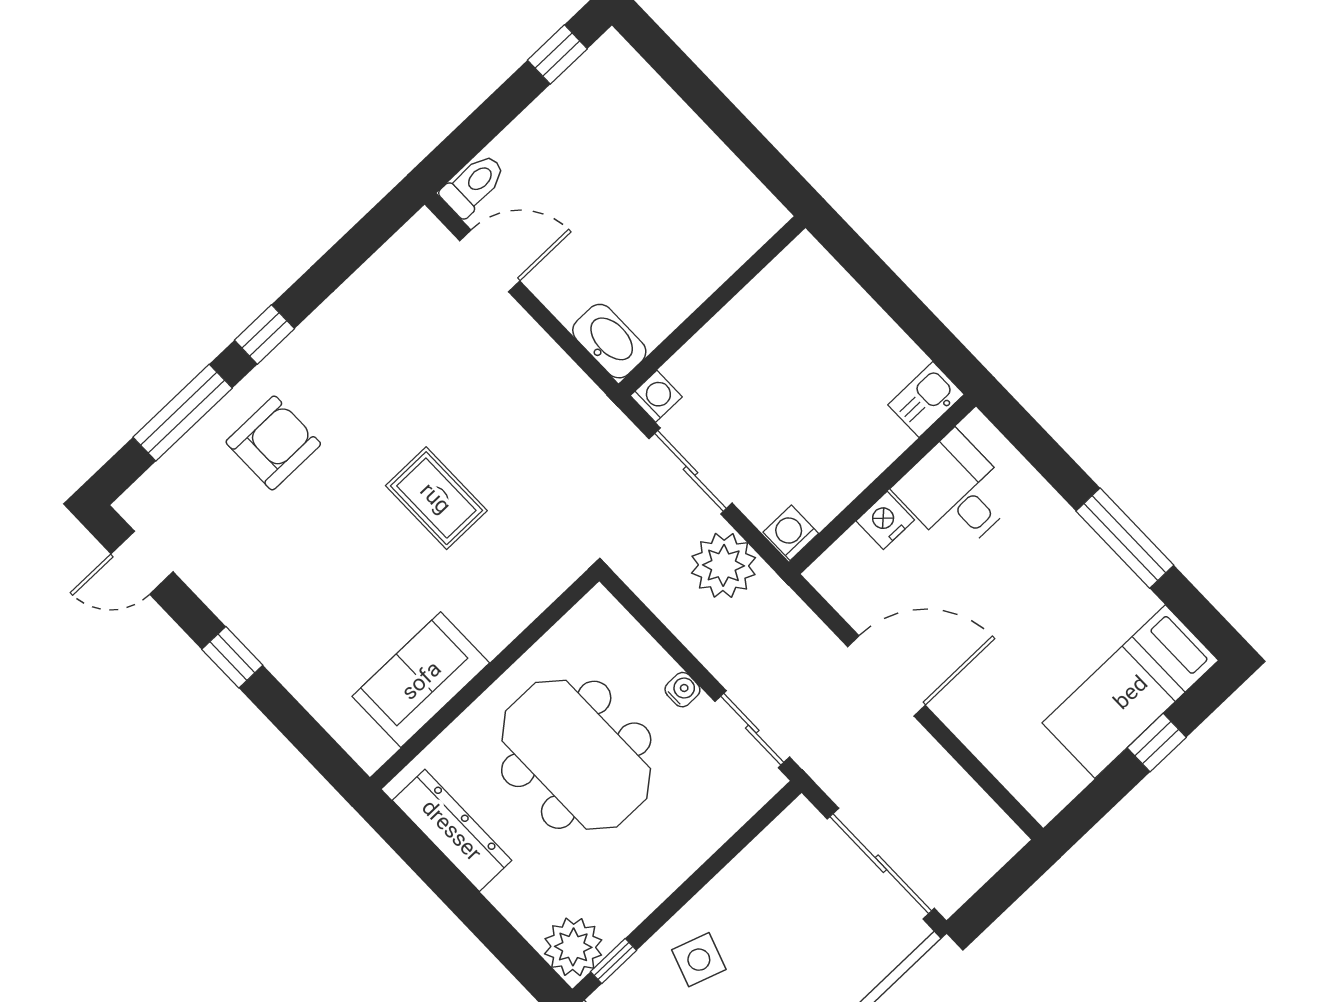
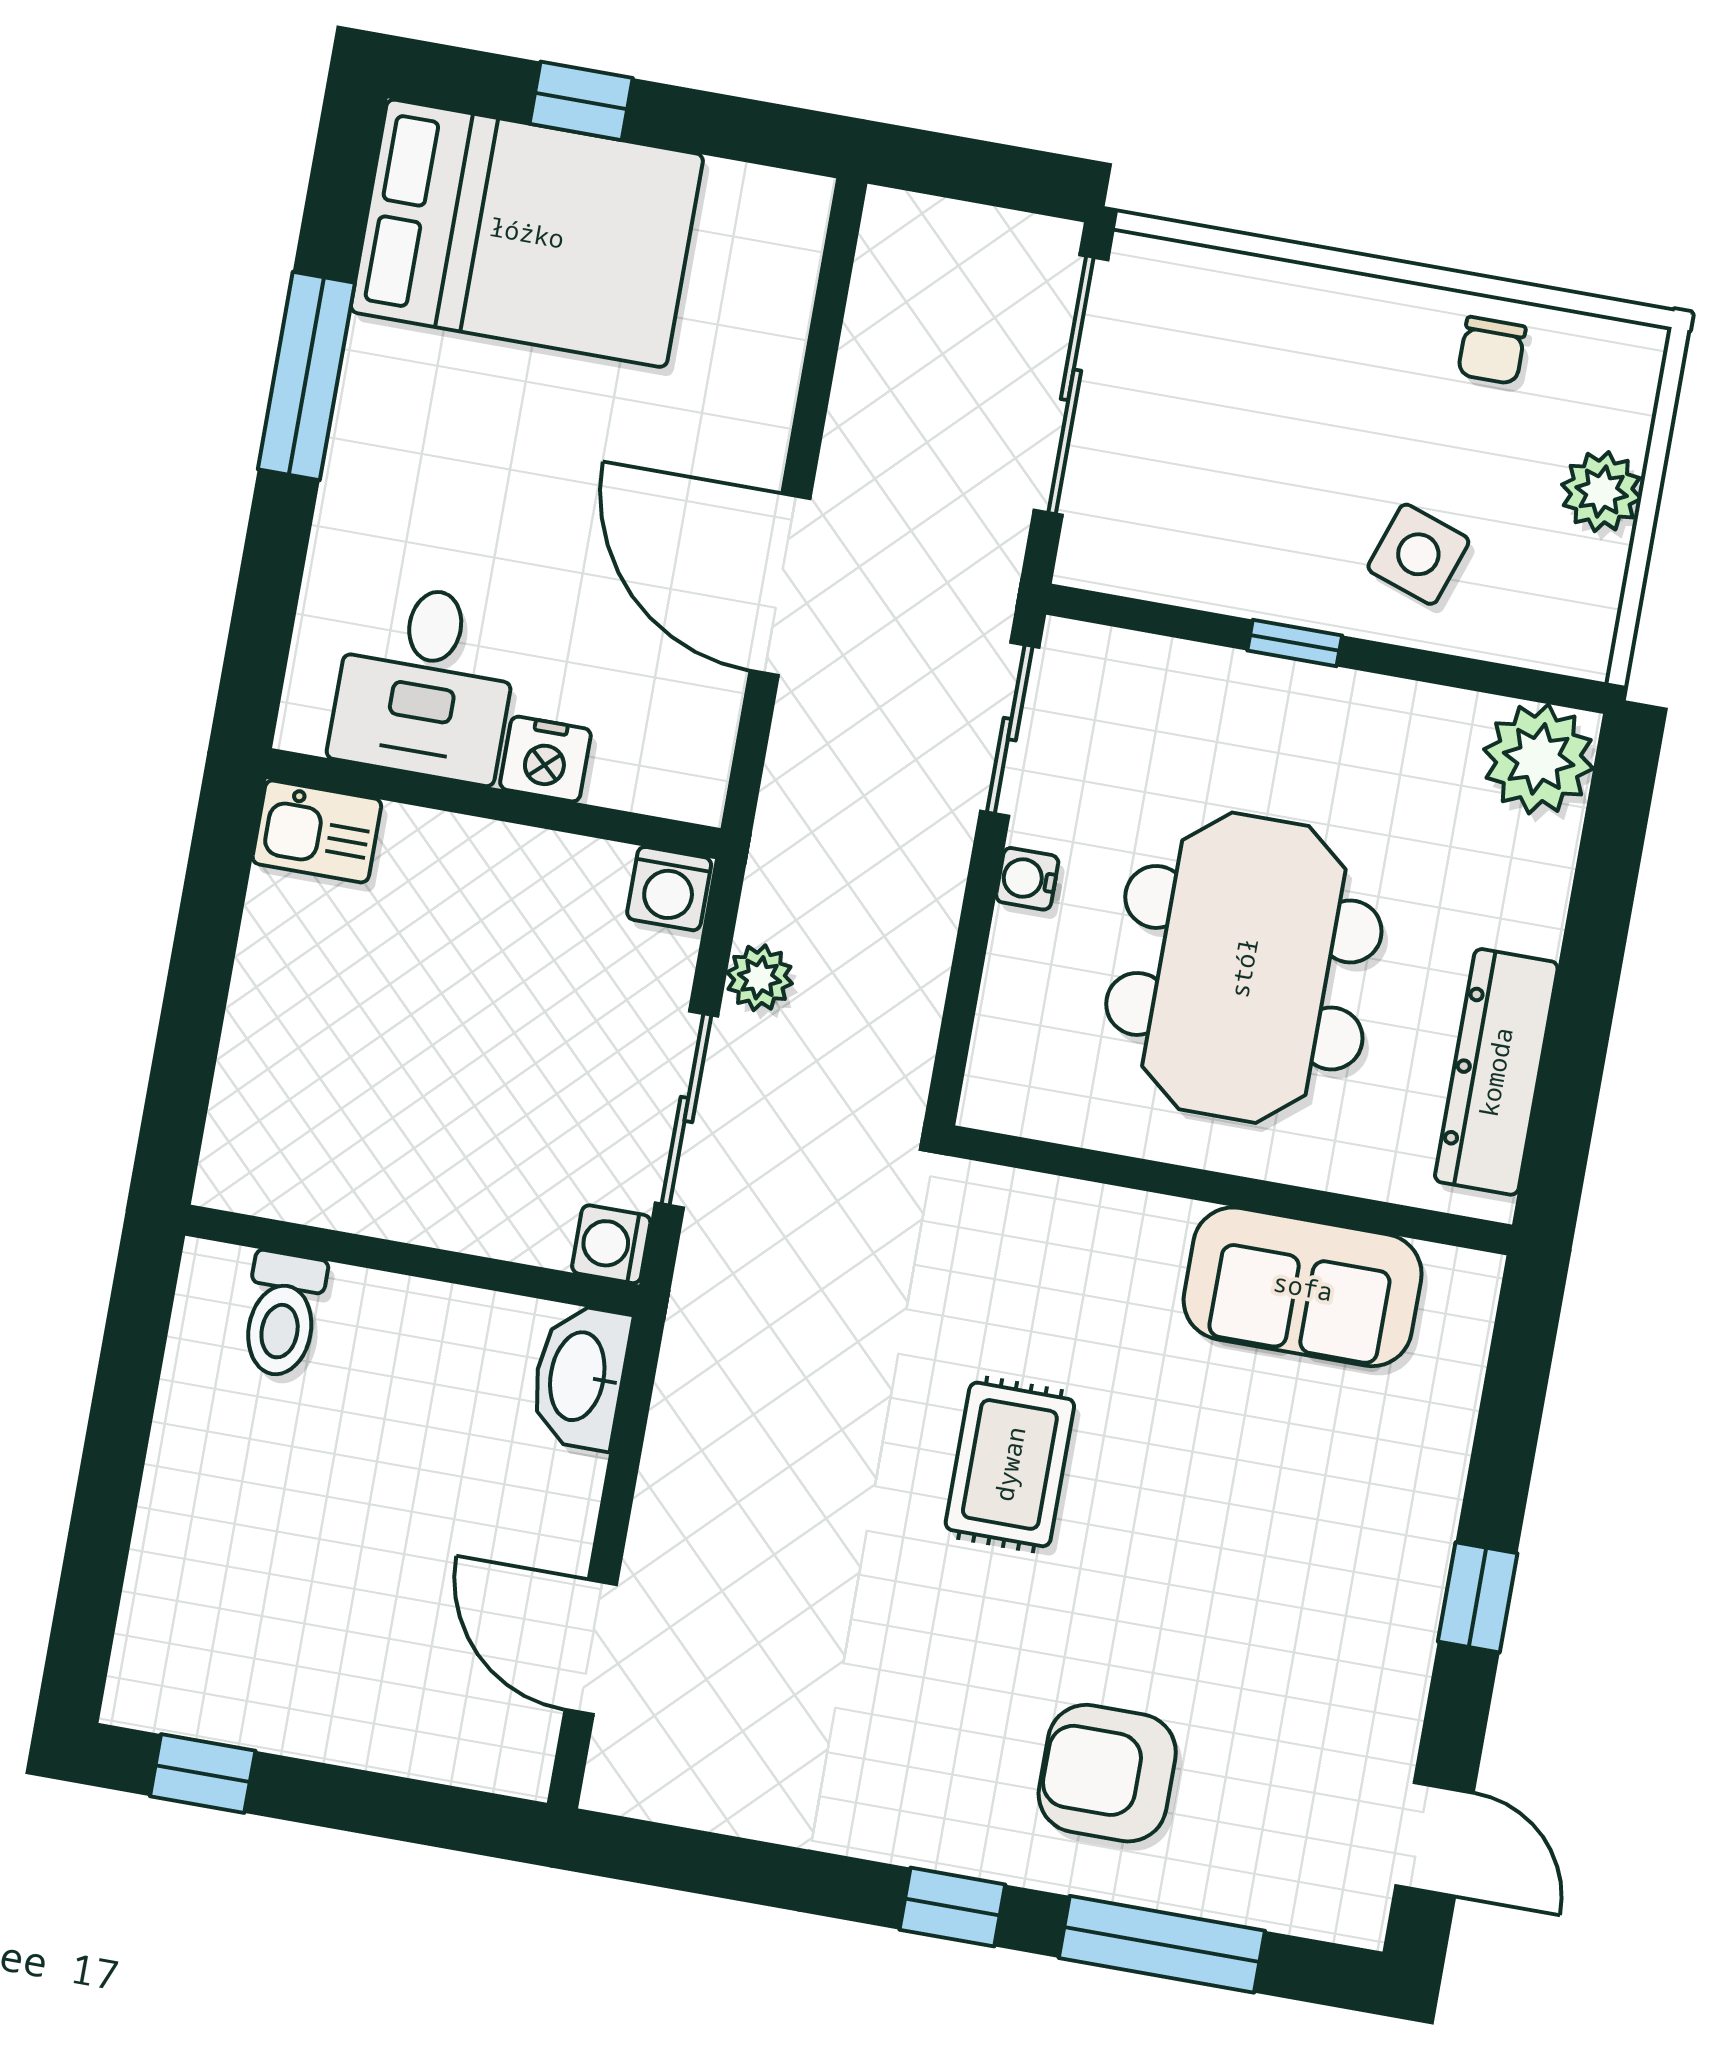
toilet: (473, 185) -> (283, 1314), moved, turned -90
plant: (724, 565) -> (760, 978), width x0.53, depth x0.53
bed: (1130, 692) -> (527, 233), width x1.50
window: (613, 961) -> (1295, 643), moved

